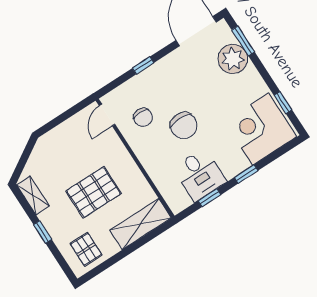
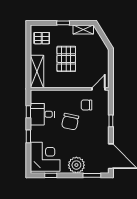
plant: (233, 59) -> (76, 165), moved
door: (107, 115) -> (98, 89), hinge flipped
chair: (184, 126) -> (70, 122), turned -78

